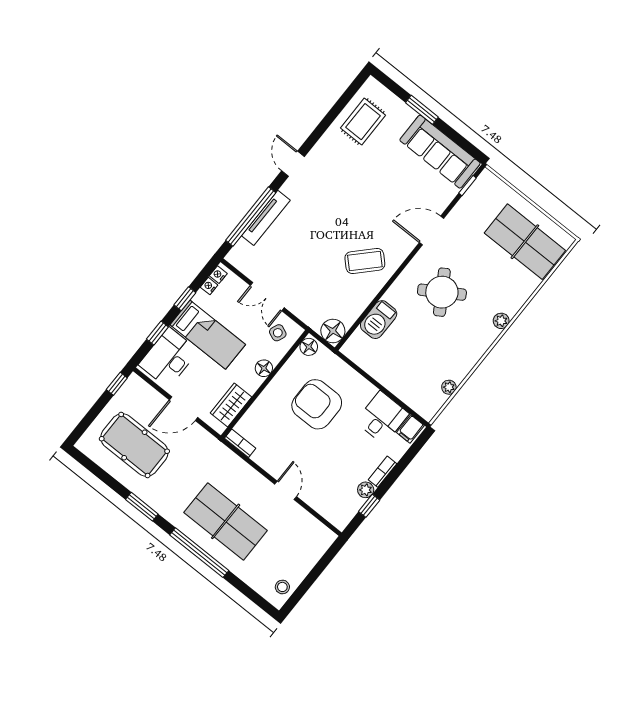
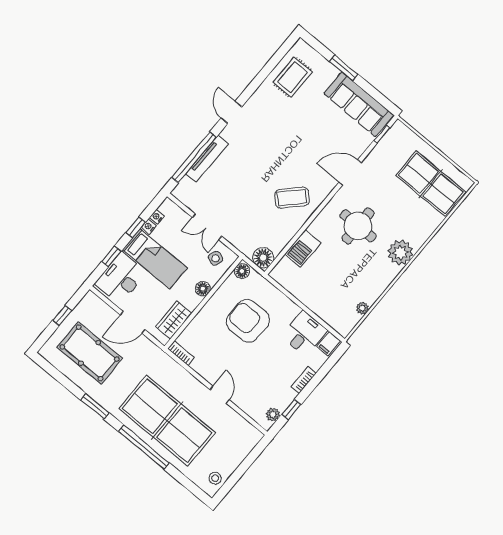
nightstand: (218, 275) -> (149, 227), moved
round table: (442, 292) -> (358, 226), turned 32
plant: (501, 321) -> (400, 252), width x1.87, depth x1.87
window: (117, 384) -> (62, 315), moved
plant: (366, 490) -> (273, 415), moved
table tennis table: (226, 521) -> (167, 421), width x1.36, depth x1.32

